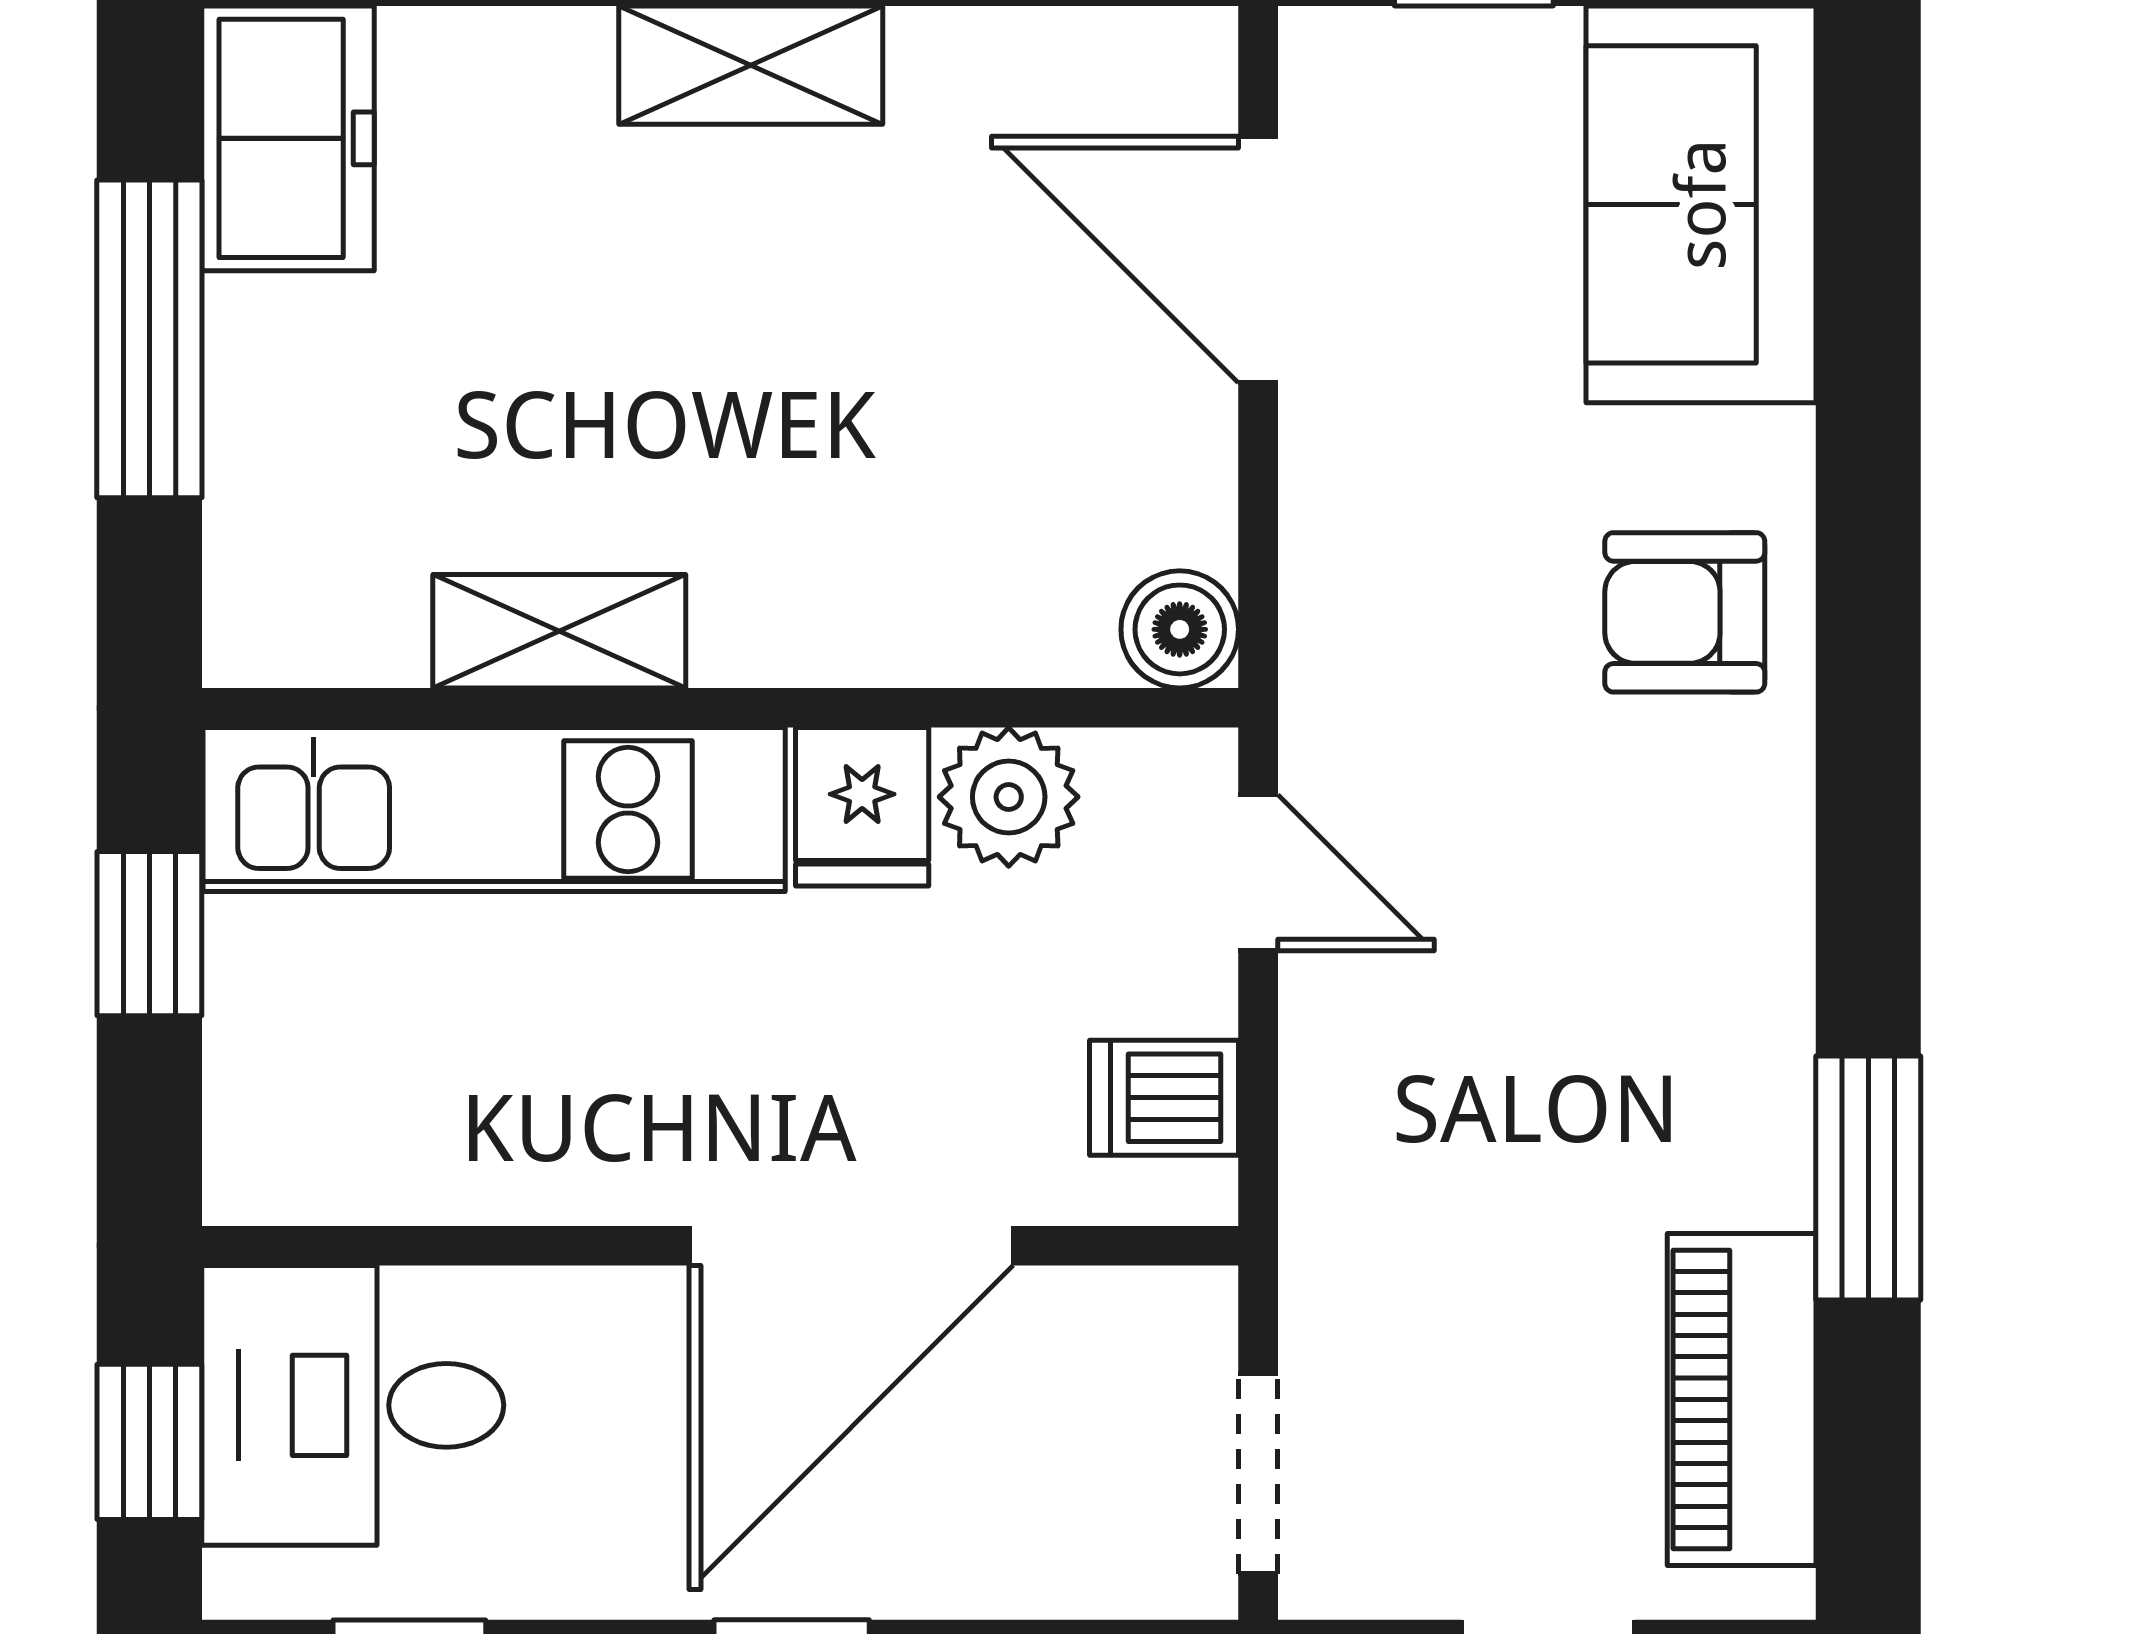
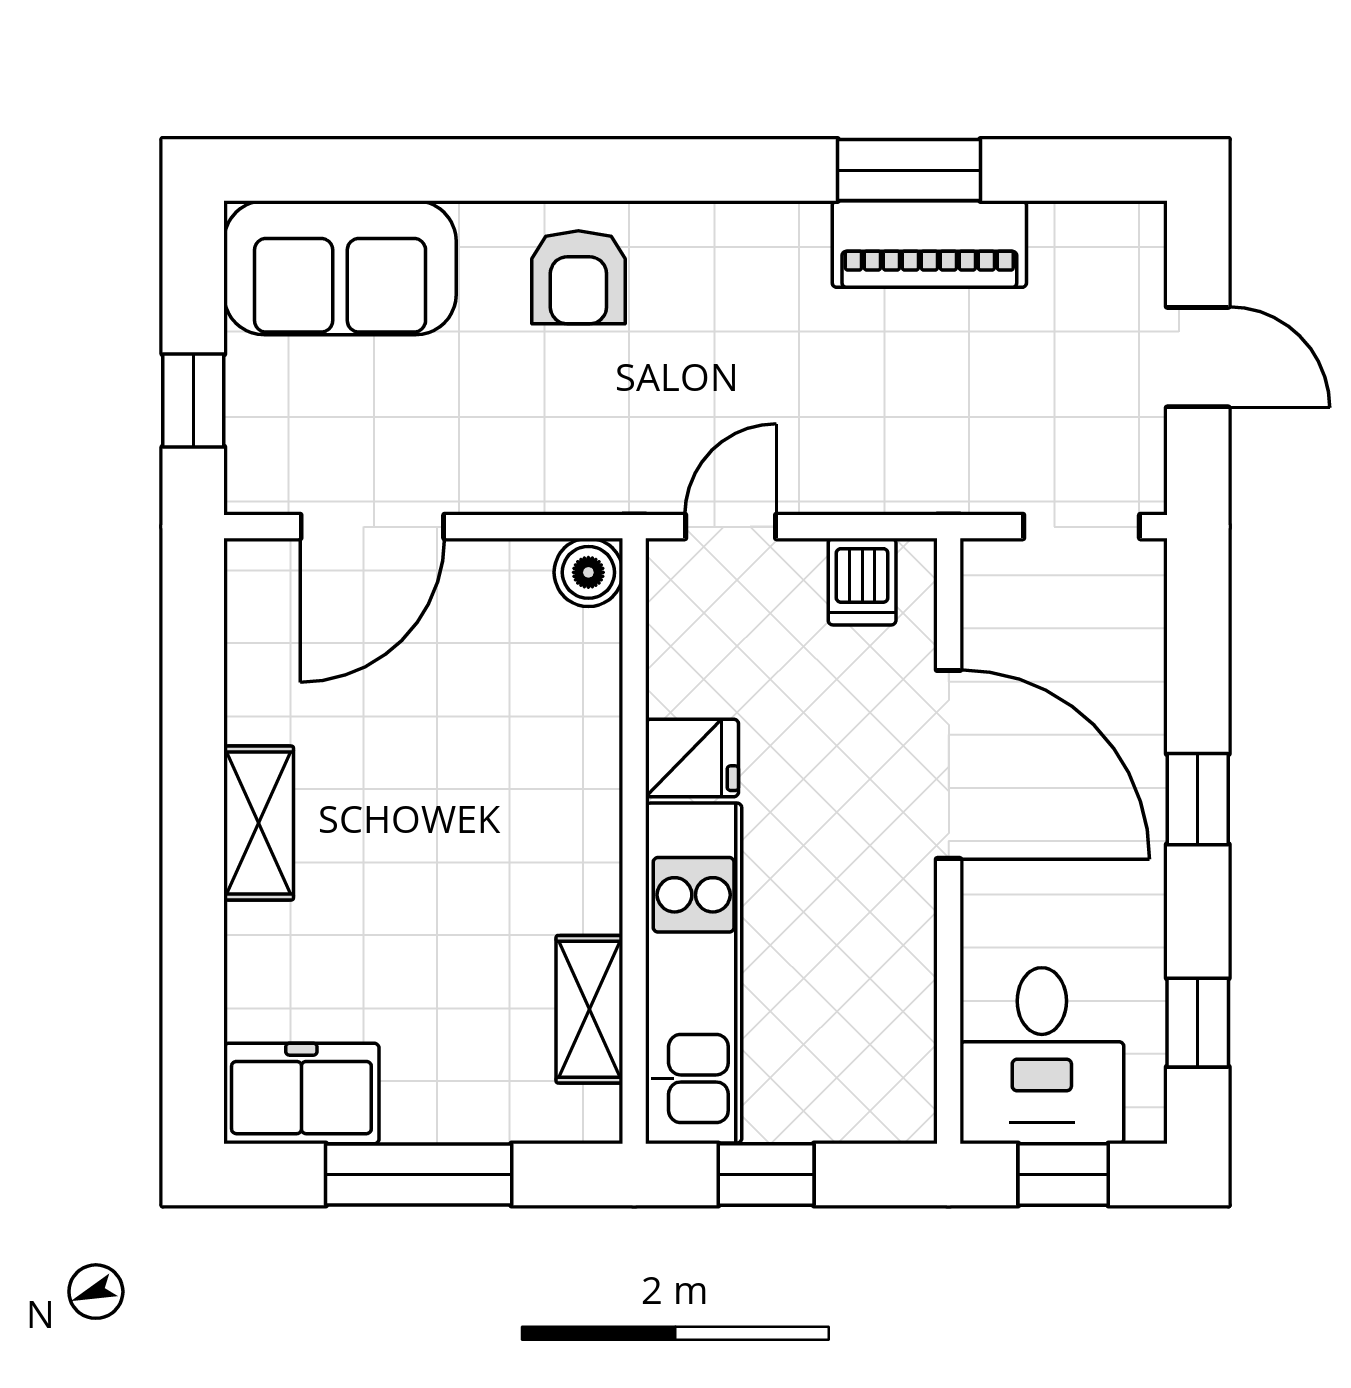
shelving: (559, 631) -> (589, 1009), moved
plant: (1009, 797) -> (686, 672), removed
piano: (1742, 1399) -> (929, 244), moved

